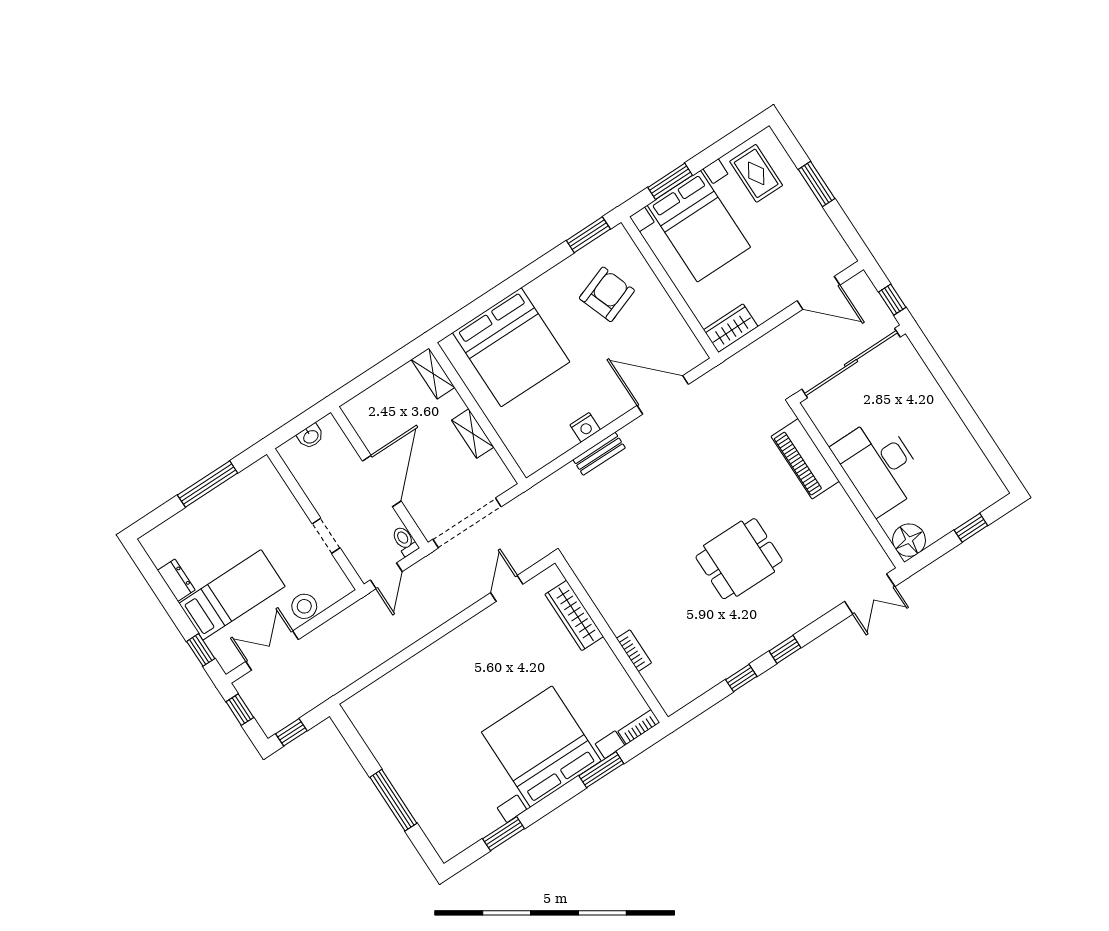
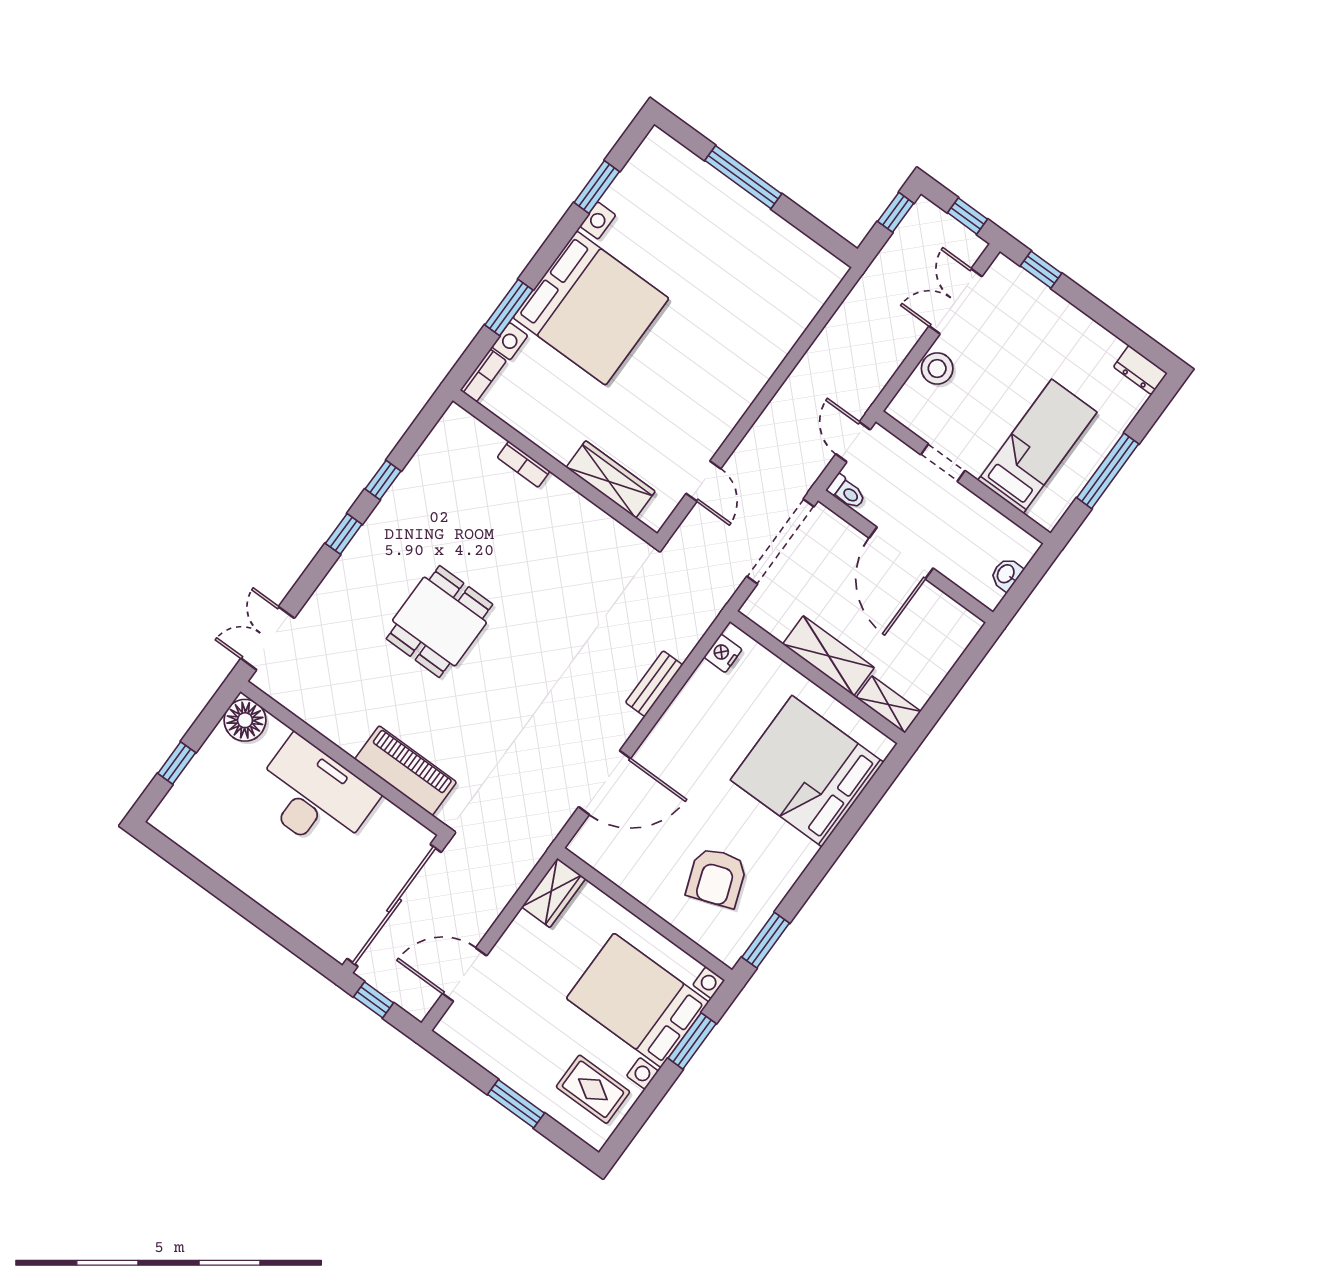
nightstand: (585, 427) -> (723, 653), moved
shelving: (473, 434) -> (828, 656), width x1.50, depth x1.33
dresser: (176, 580) -> (1140, 370), moved
bed: (232, 595) -> (1037, 446), moved, turned 180
double door: (272, 650) -> (956, 301), swing flipped

